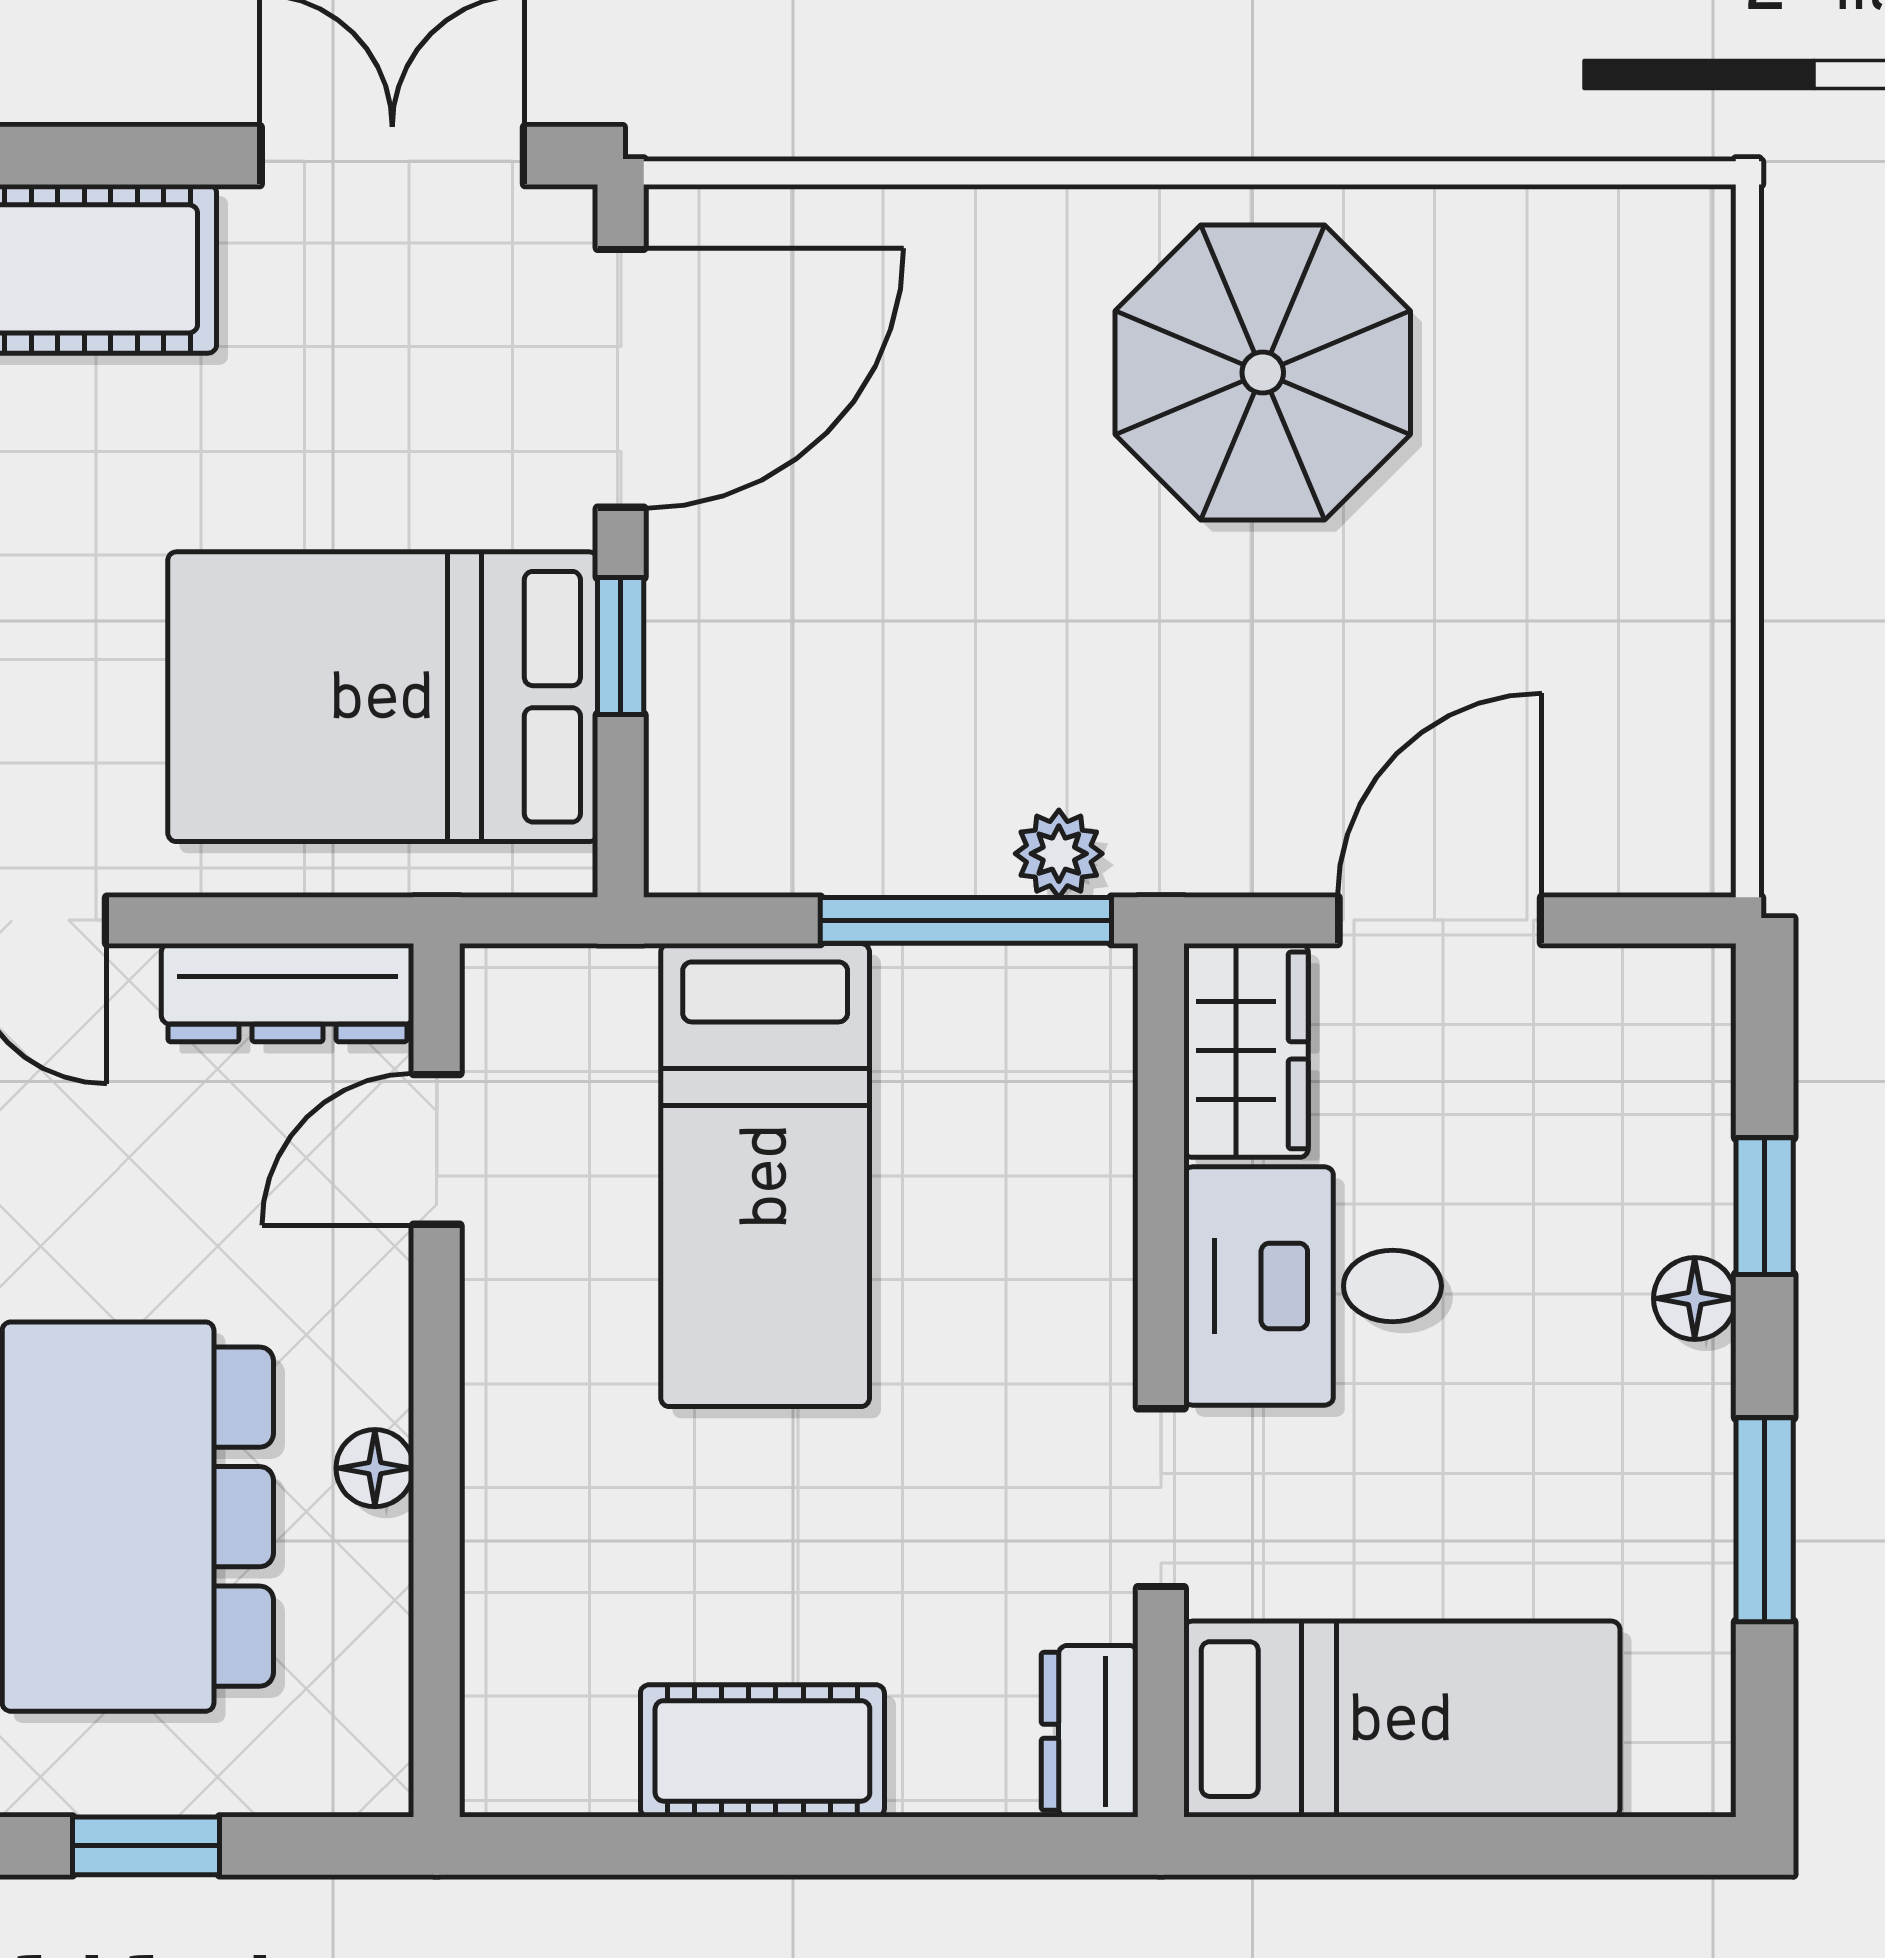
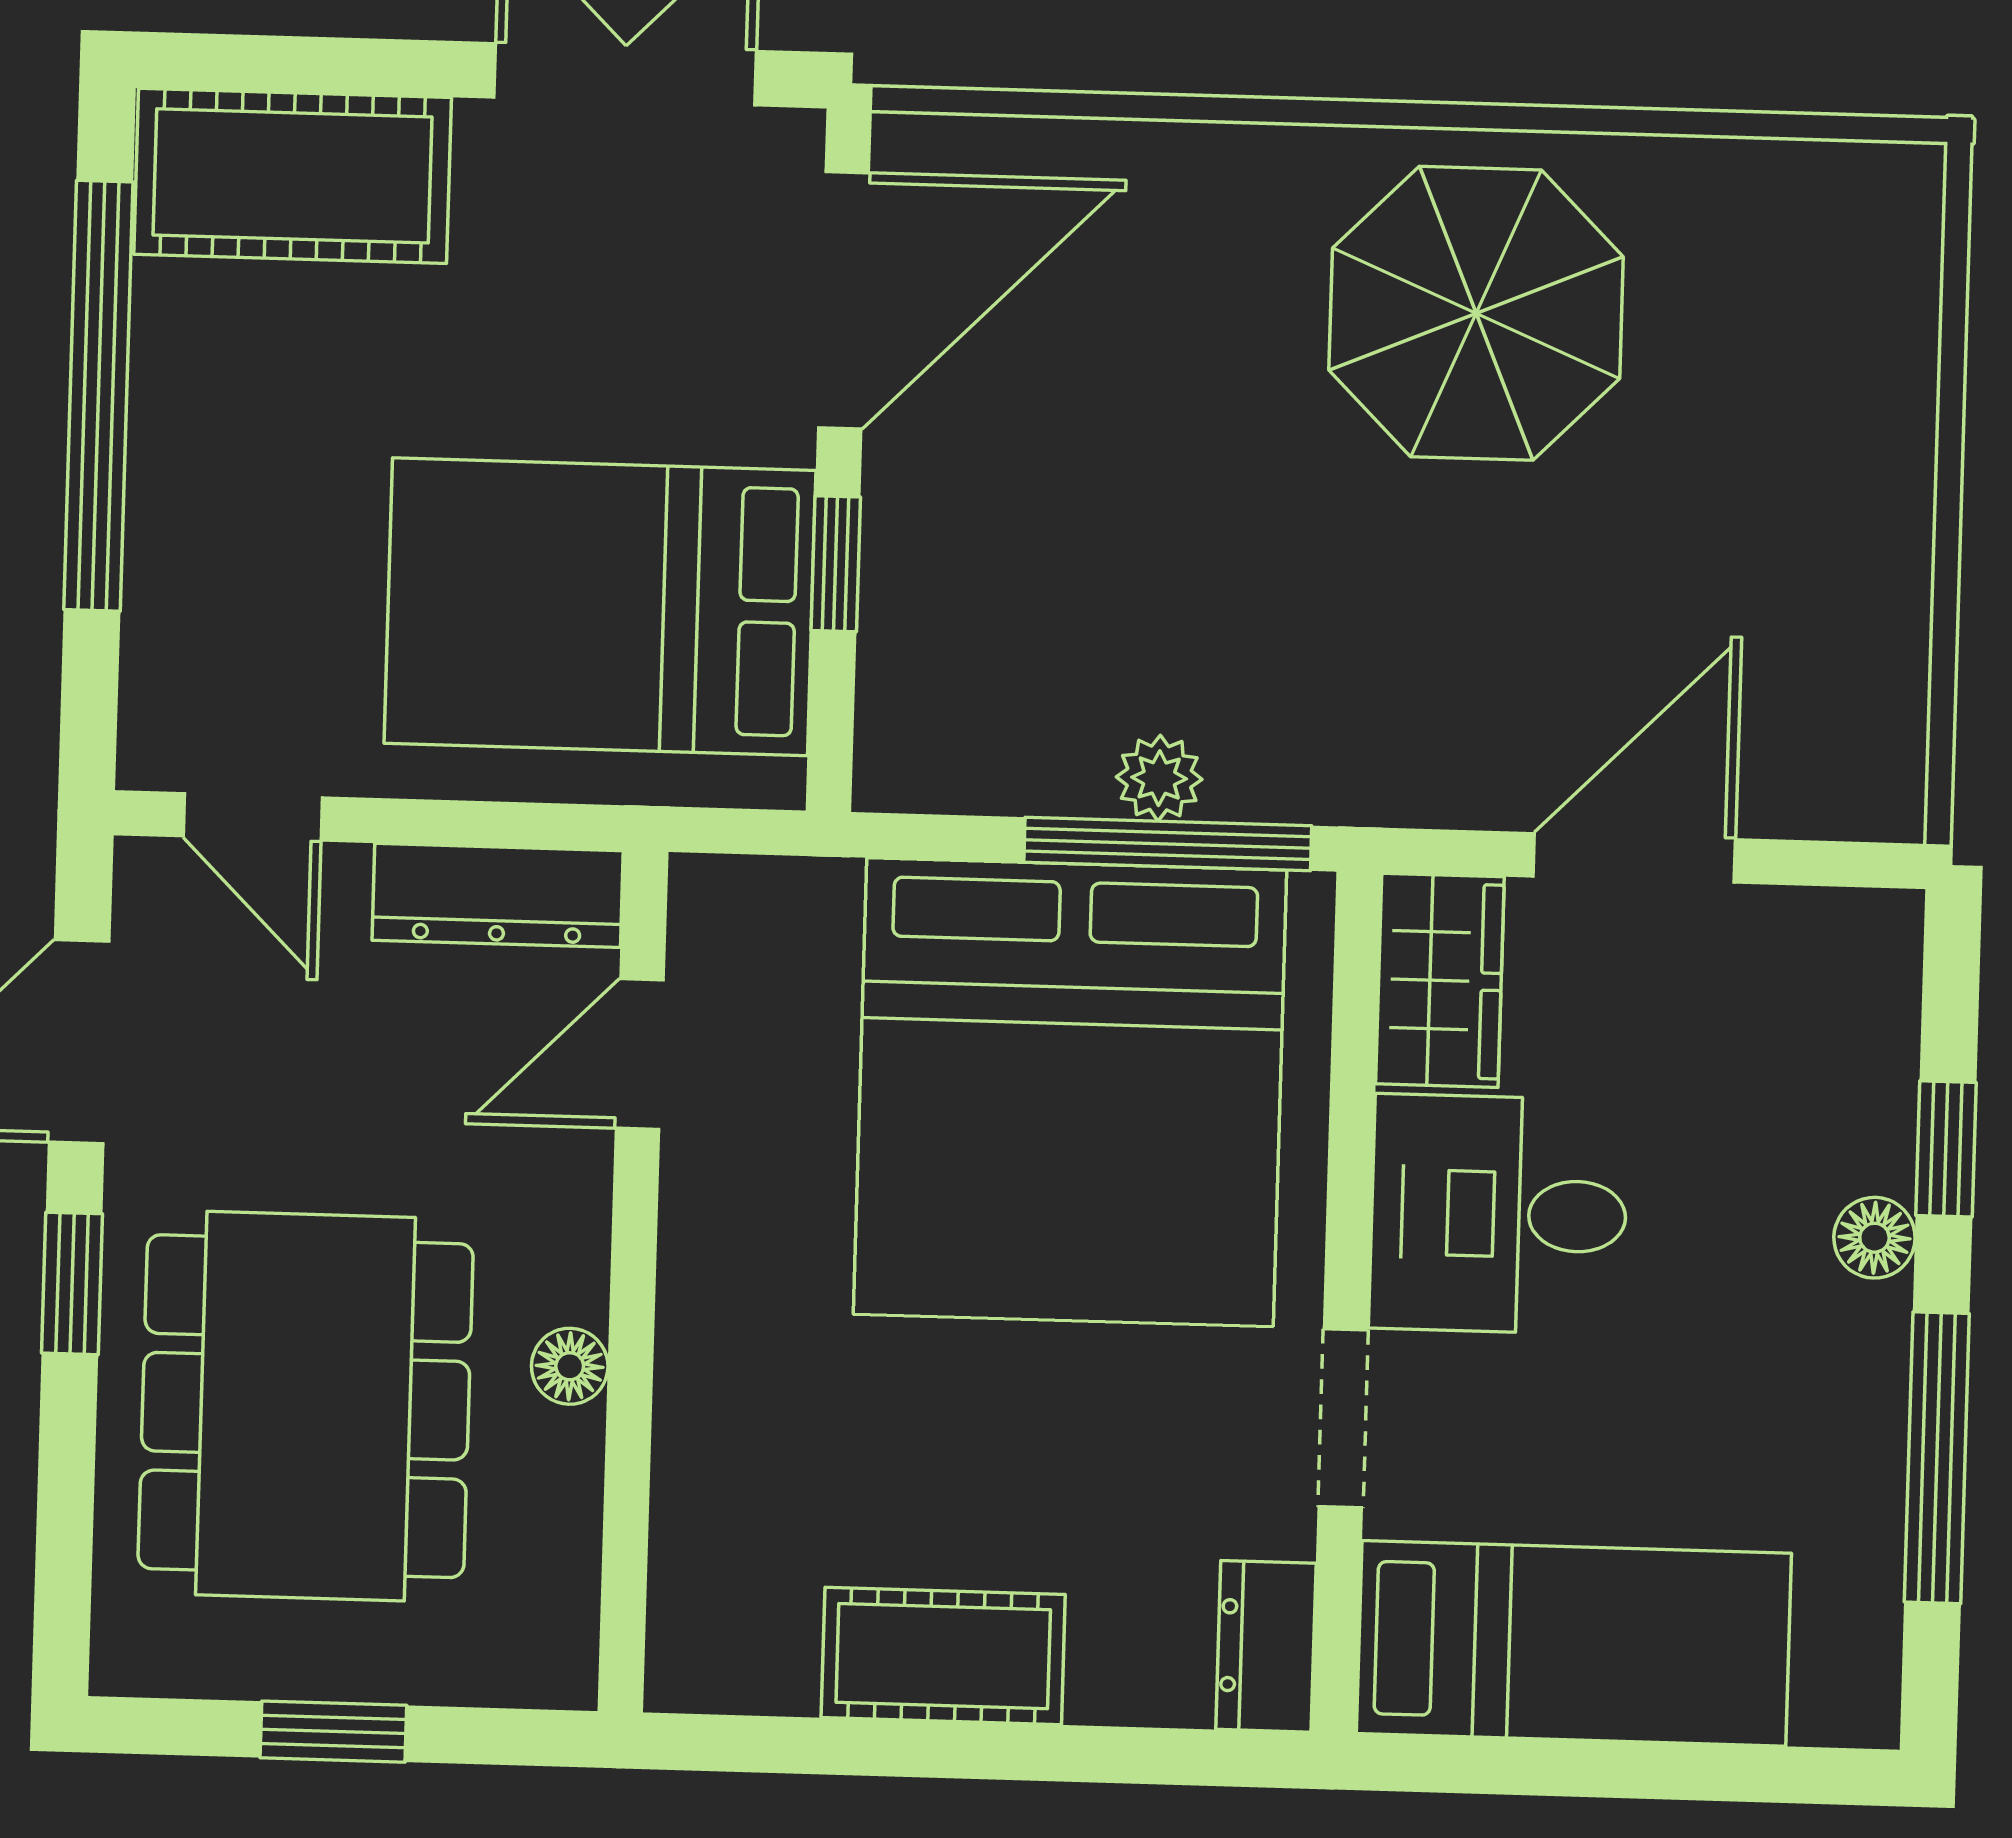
plant: (1059, 854) -> (1159, 778), moved
bed: (765, 1175) -> (1070, 1092), width x2.04
window: (1765, 1520) -> (1937, 1458), width x1.44

